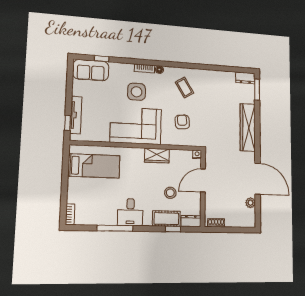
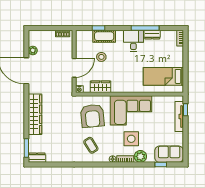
plant: (126, 70) -> (140, 156), added
armchair: (182, 122) -> (92, 116), width x1.88, depth x1.88
wardrobe: (157, 156) -> (100, 87), moved
dresser: (191, 221) -> (152, 35), moved

